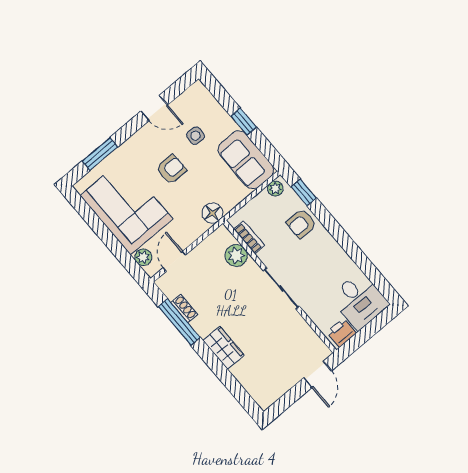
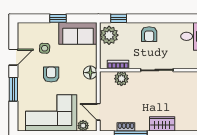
window: (100, 154) -> (13, 89), moved
plant: (275, 189) -> (109, 35), width x1.88, depth x1.88
armchair: (301, 224) -> (149, 34), moved

